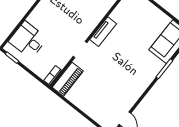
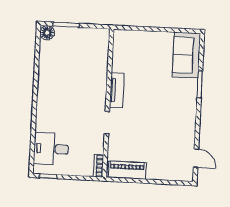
piano: (68, 79) -> (127, 170), moved, turned -90

